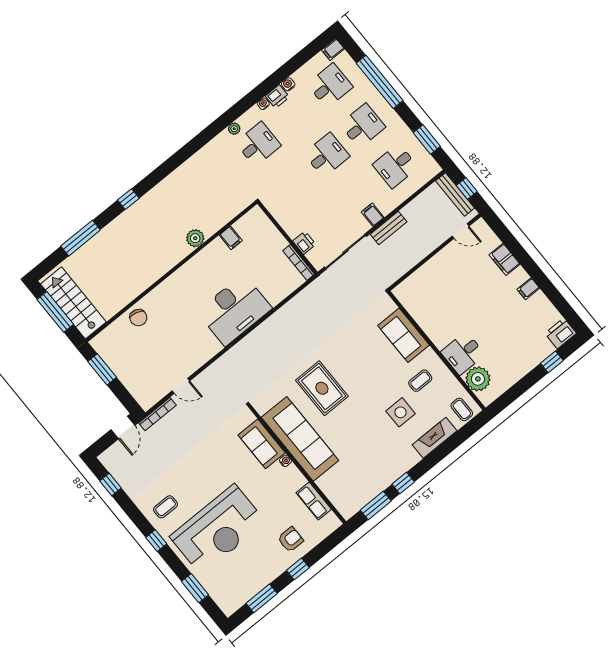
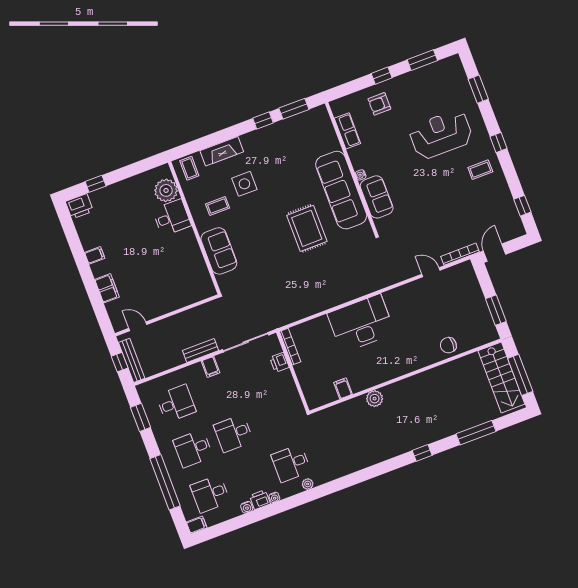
chair: (138, 318) -> (448, 345), turned -104
reception desk: (218, 529) -> (441, 134), width x0.74, depth x0.77

